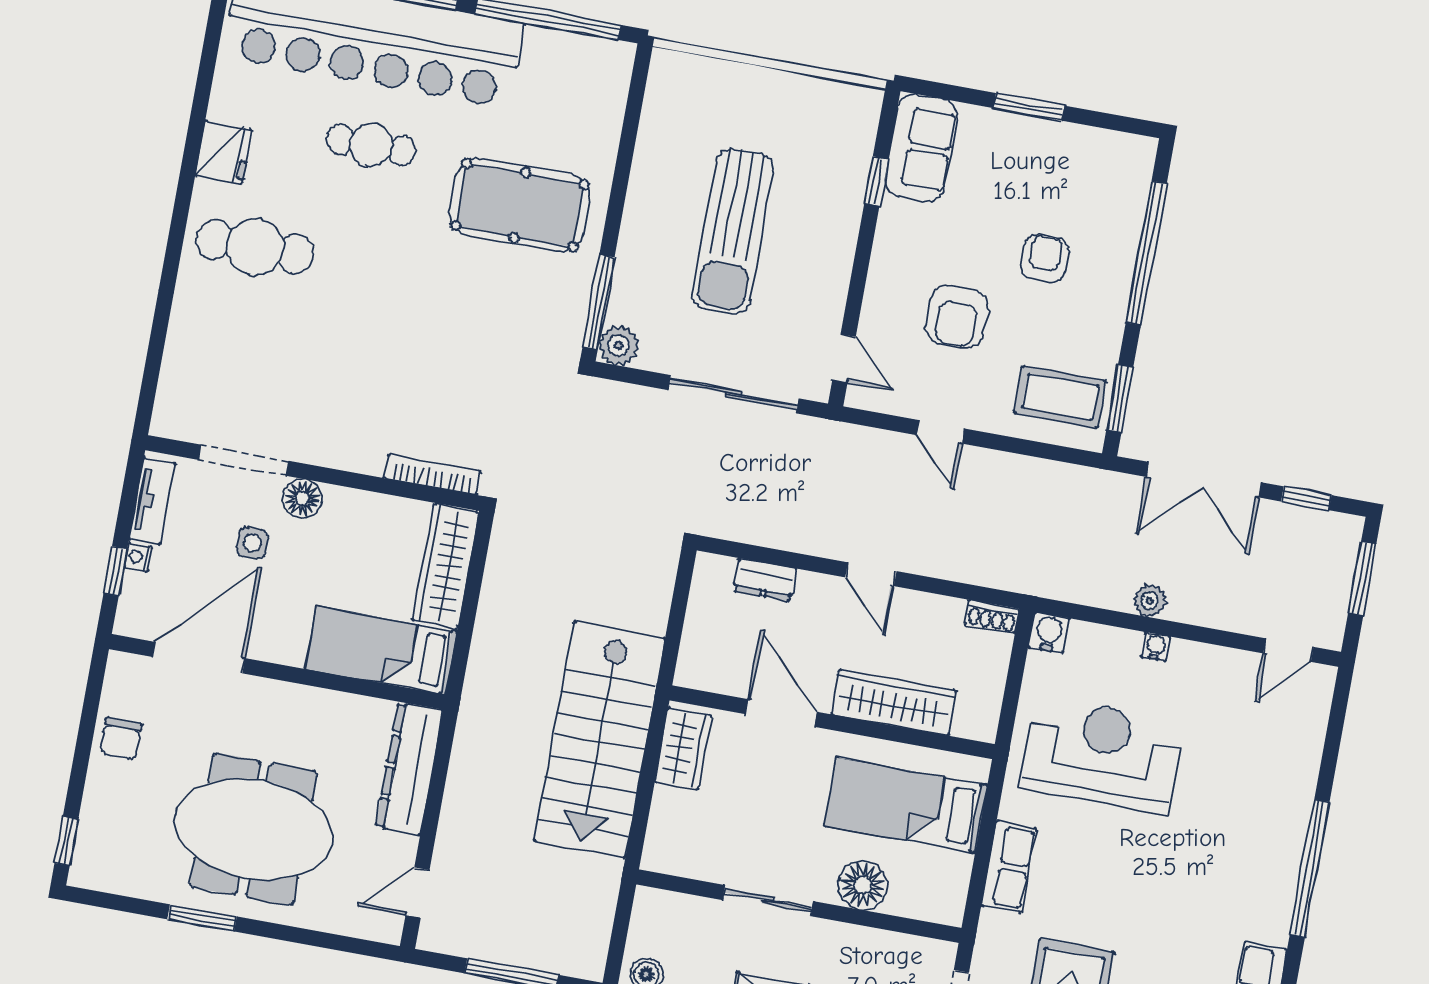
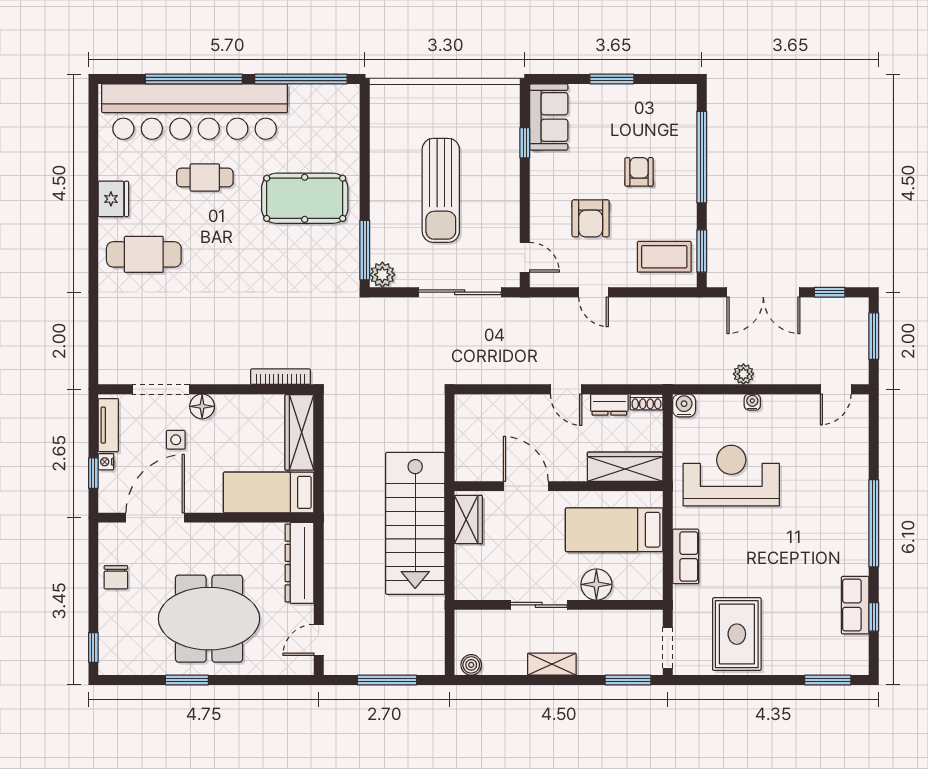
dresser: (765, 580) -> (609, 405), moved
wardrobe: (894, 702) -> (625, 467), moved

